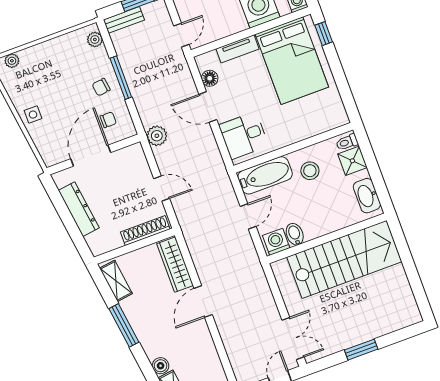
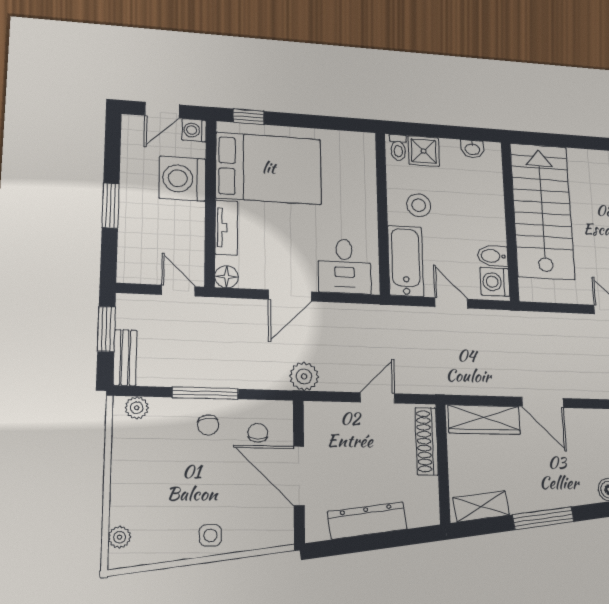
floor lamp: (210, 78) -> (227, 277), moved
washbasin: (367, 196) -> (472, 149), width x0.52, depth x0.69

